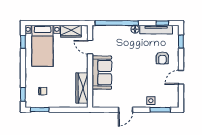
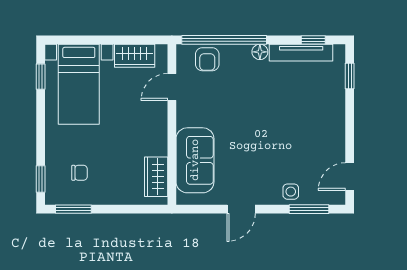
door: (90, 47) -> (172, 87), hinge flipped
armchair: (162, 58) -> (207, 59), moved
sofa: (102, 73) -> (195, 160), moved
door: (181, 77) -> (350, 177), moved
wardrobe: (82, 88) -> (156, 177), width x0.67

